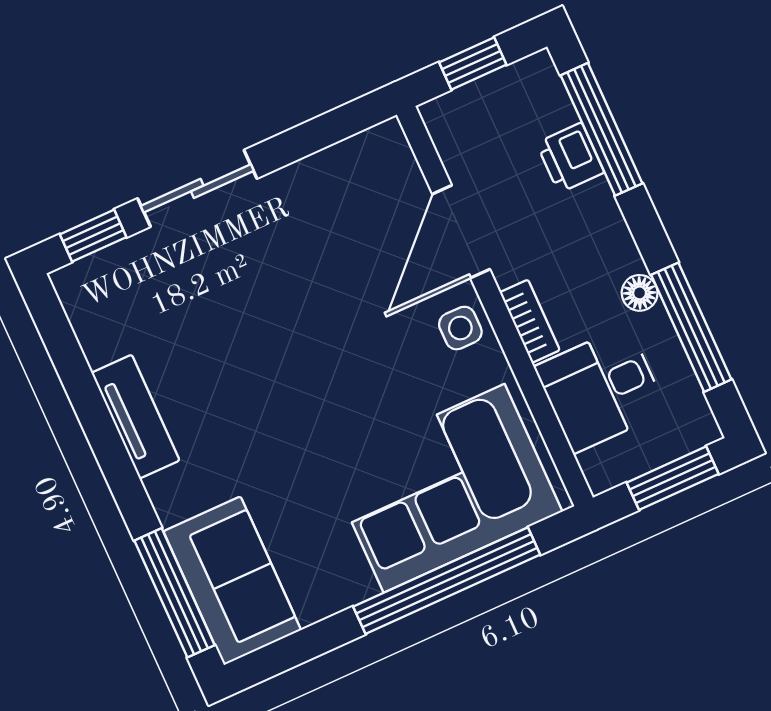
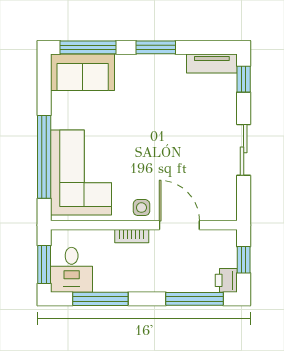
printer: (570, 158) -> (226, 280), moved, turned -90
sliding door: (197, 188) -> (244, 150), moved
floor lamp: (640, 293) -> (123, 285), removed
desk: (601, 389) -> (72, 270), moved, turned 180
tv unit: (136, 417) -> (212, 63), moved
window: (110, 451) -> (156, 47), added

